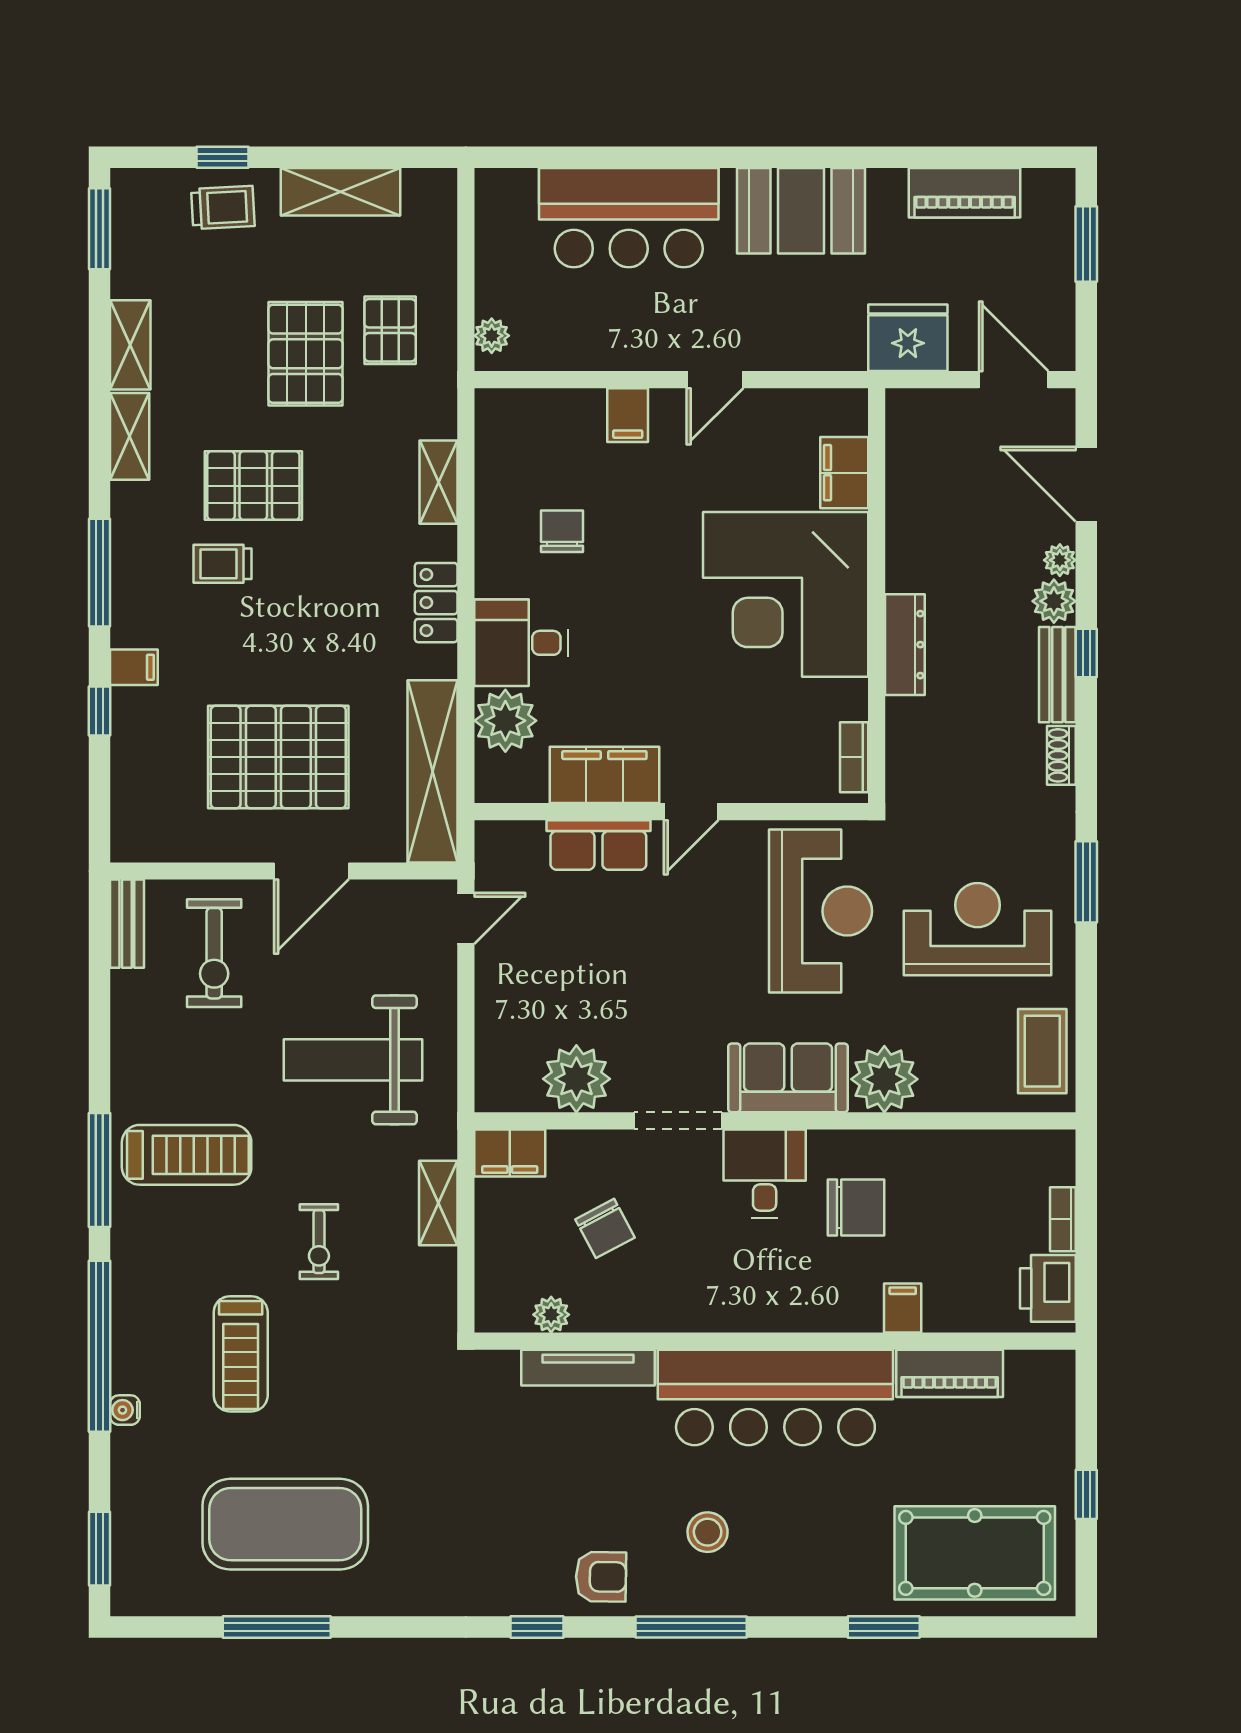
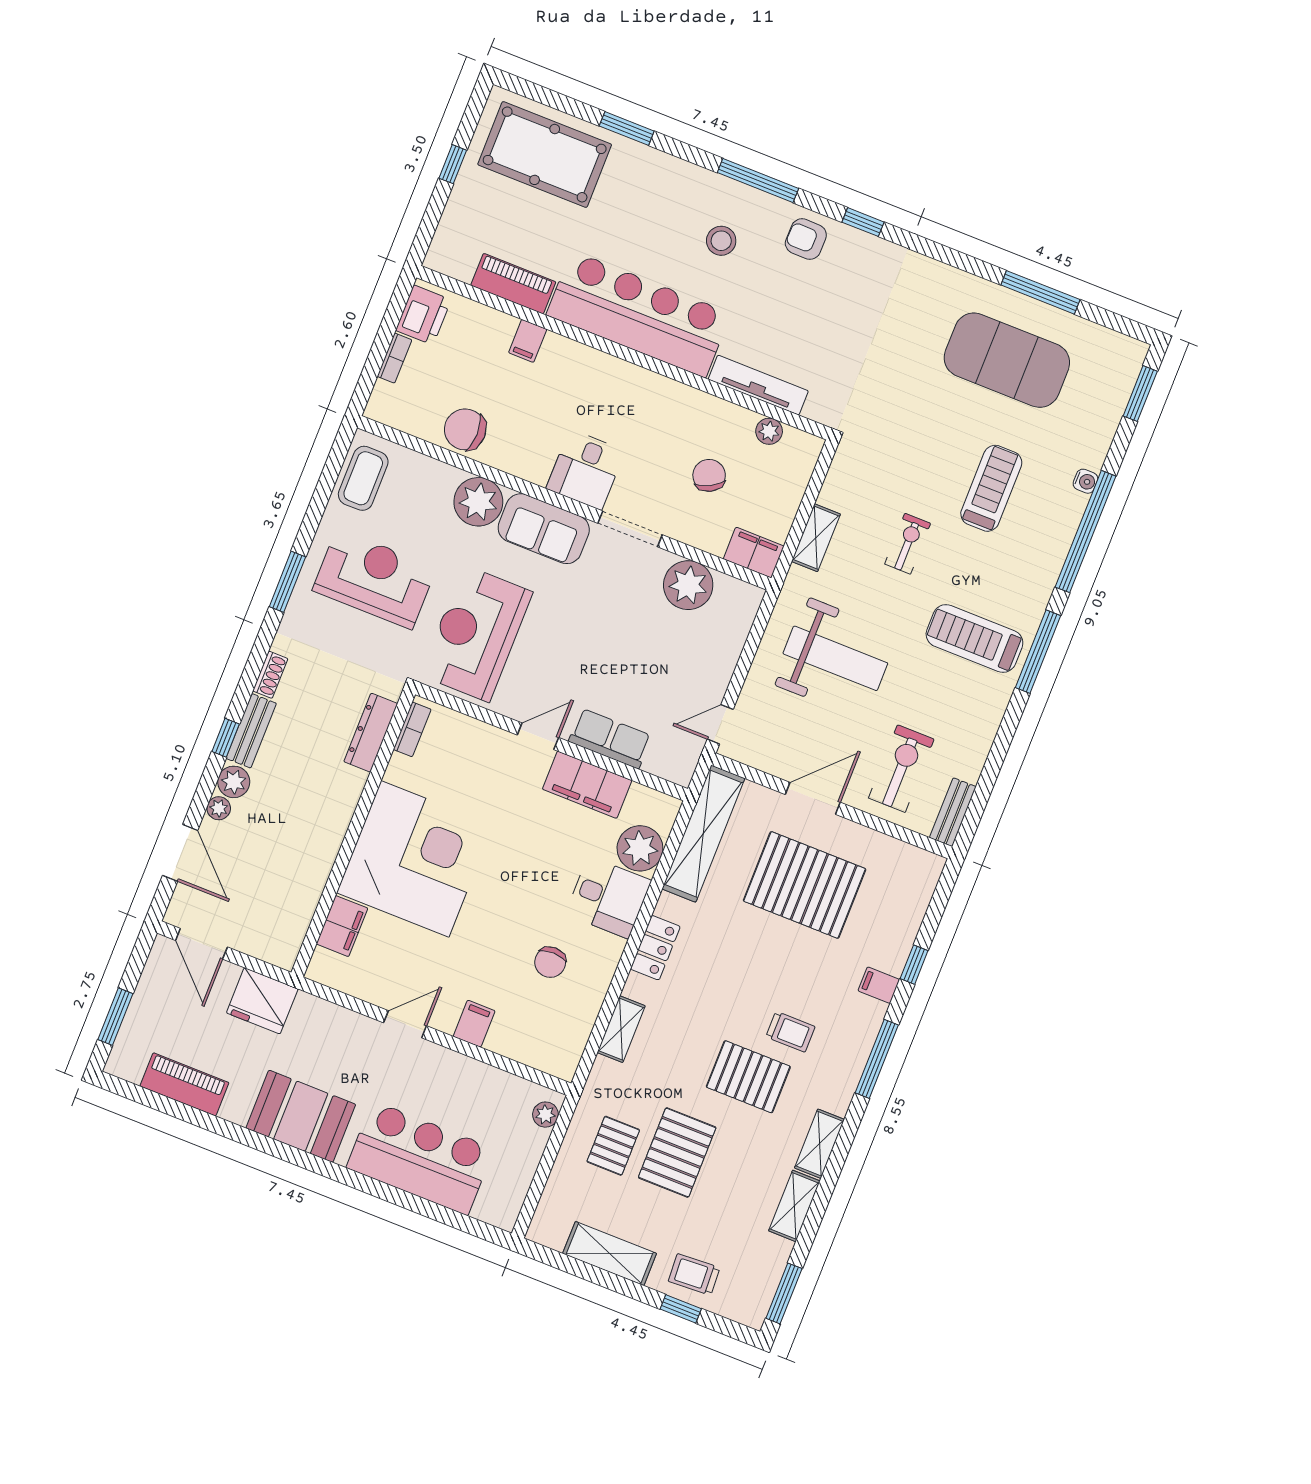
dresser: (905, 645) -> (371, 733), moved
reception desk: (978, 929) -> (374, 579), turned 180
chair: (856, 1207) -> (465, 429), moved

